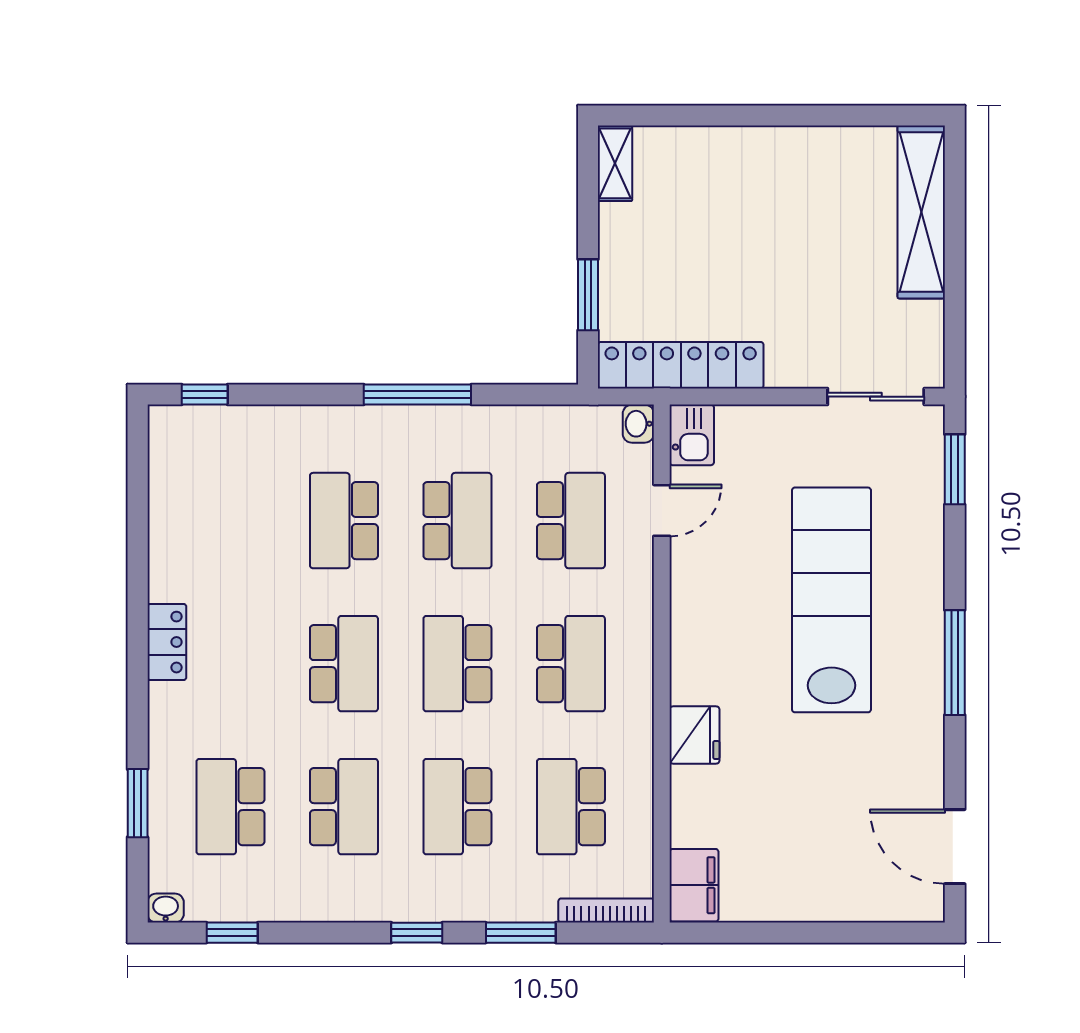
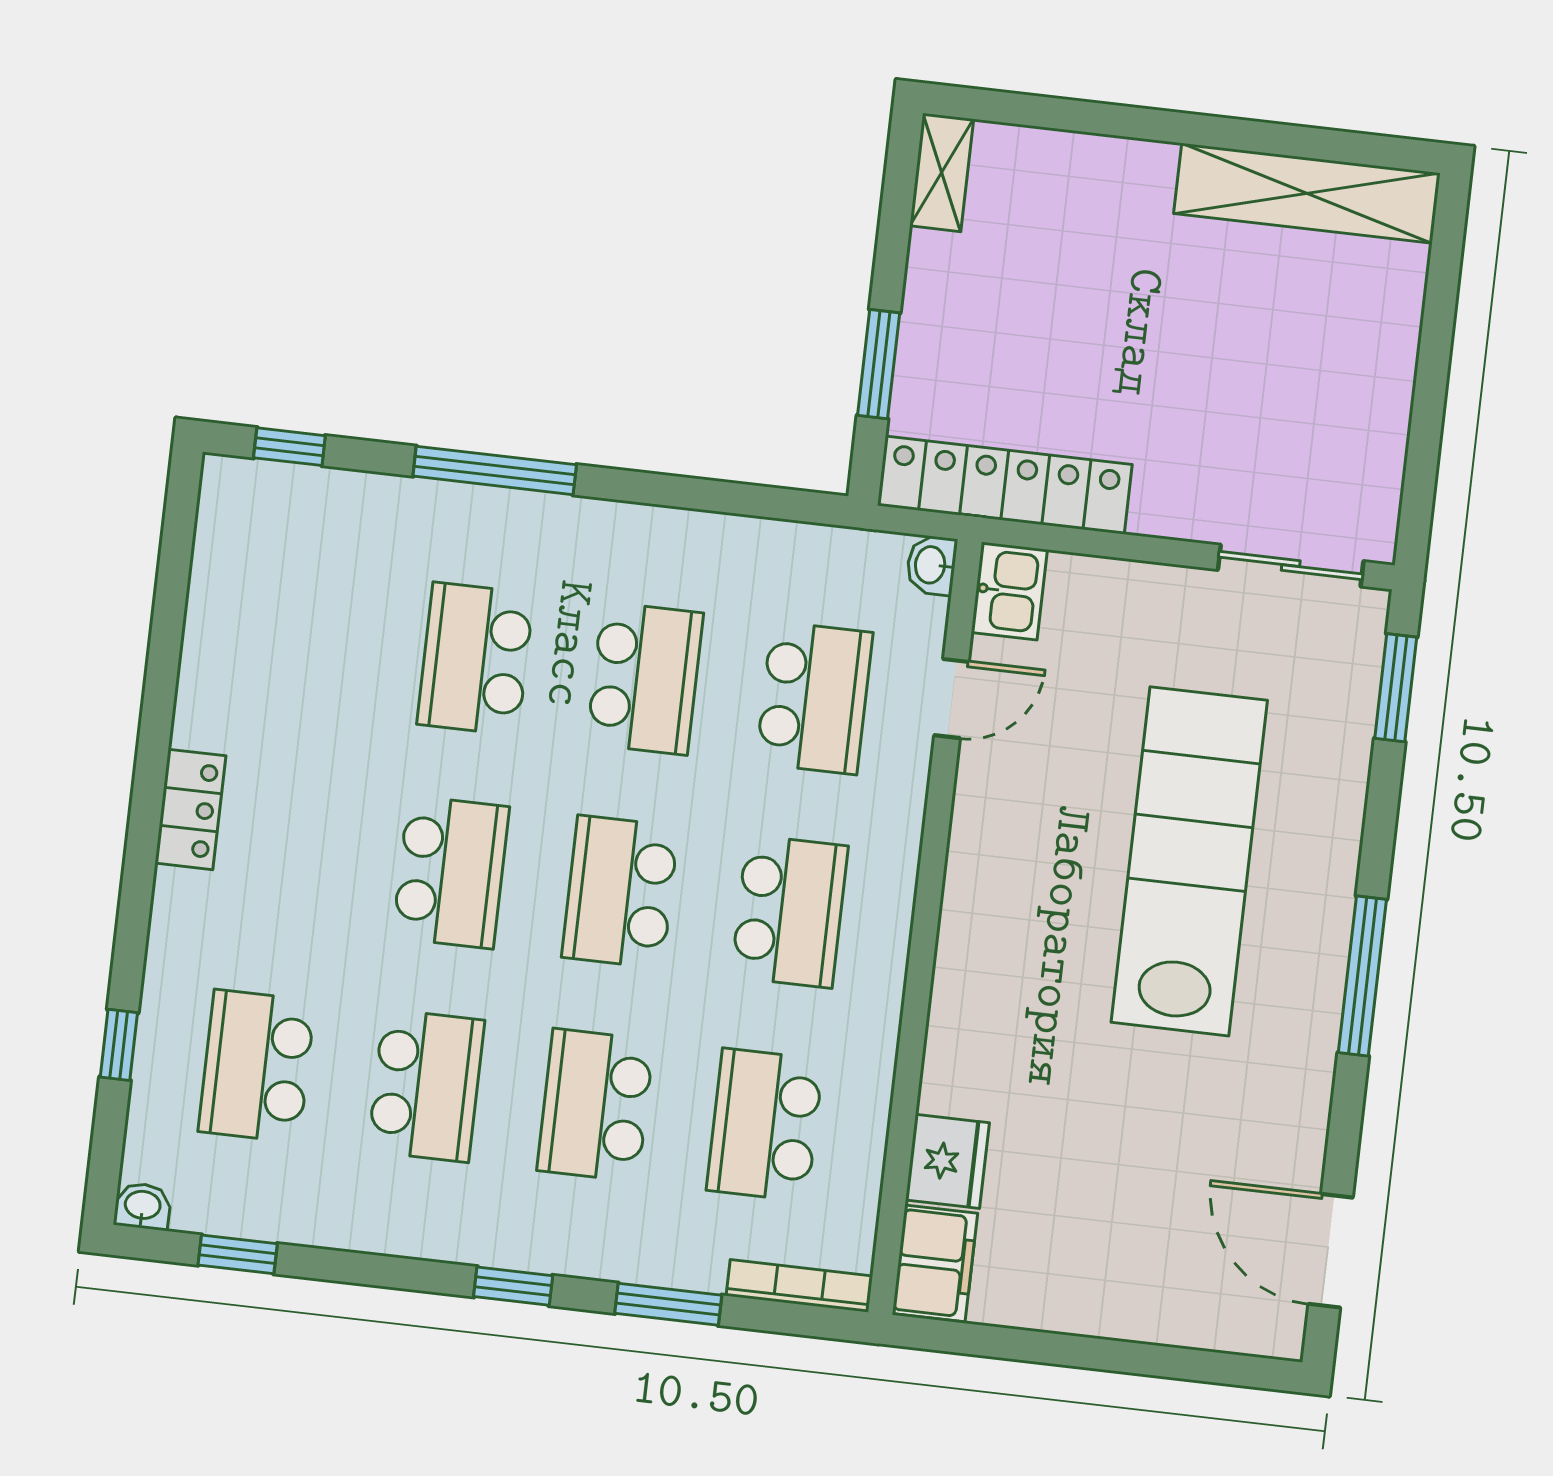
shelving: (921, 212) -> (1307, 193), moved, turned 90
window: (417, 395) -> (495, 470), moved
fridge: (695, 735) -> (947, 1161), moved
window: (138, 803) -> (119, 1045), width x0.67

